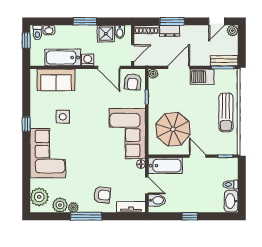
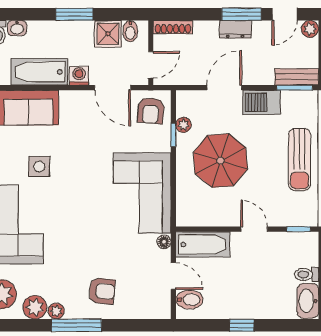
window: (172, 21) -> (242, 14), moved
dresser: (170, 31) -> (235, 29), moved
plant: (153, 74) -> (183, 125), moved
parasol: (173, 129) -> (220, 161), moved
tv unit: (131, 207) -> (148, 310), removed

